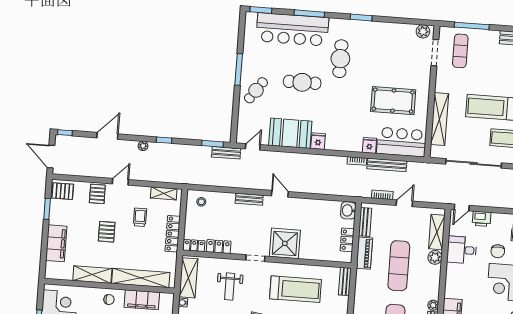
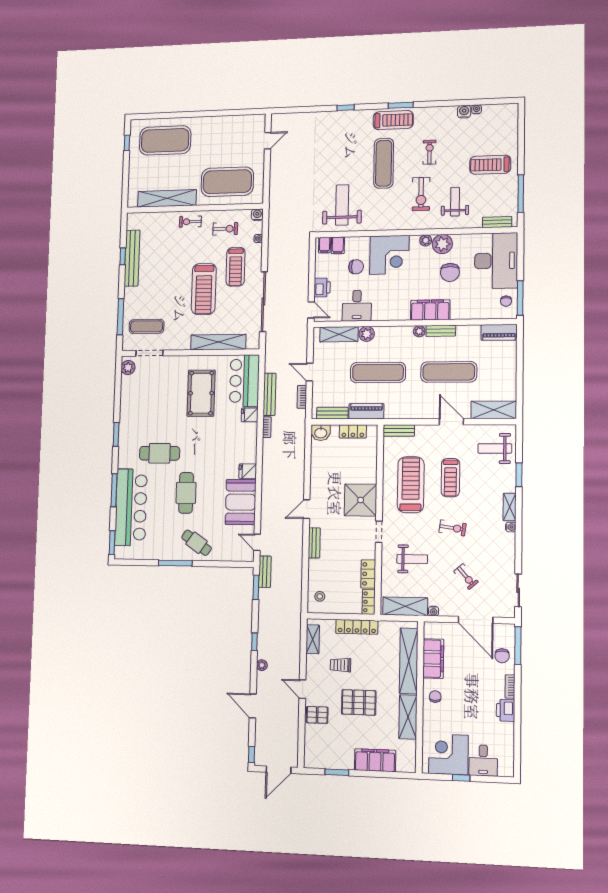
pallet: (63, 191) -> (316, 755), removed
pallet: (107, 232) -> (359, 702), width x1.50, depth x1.42

